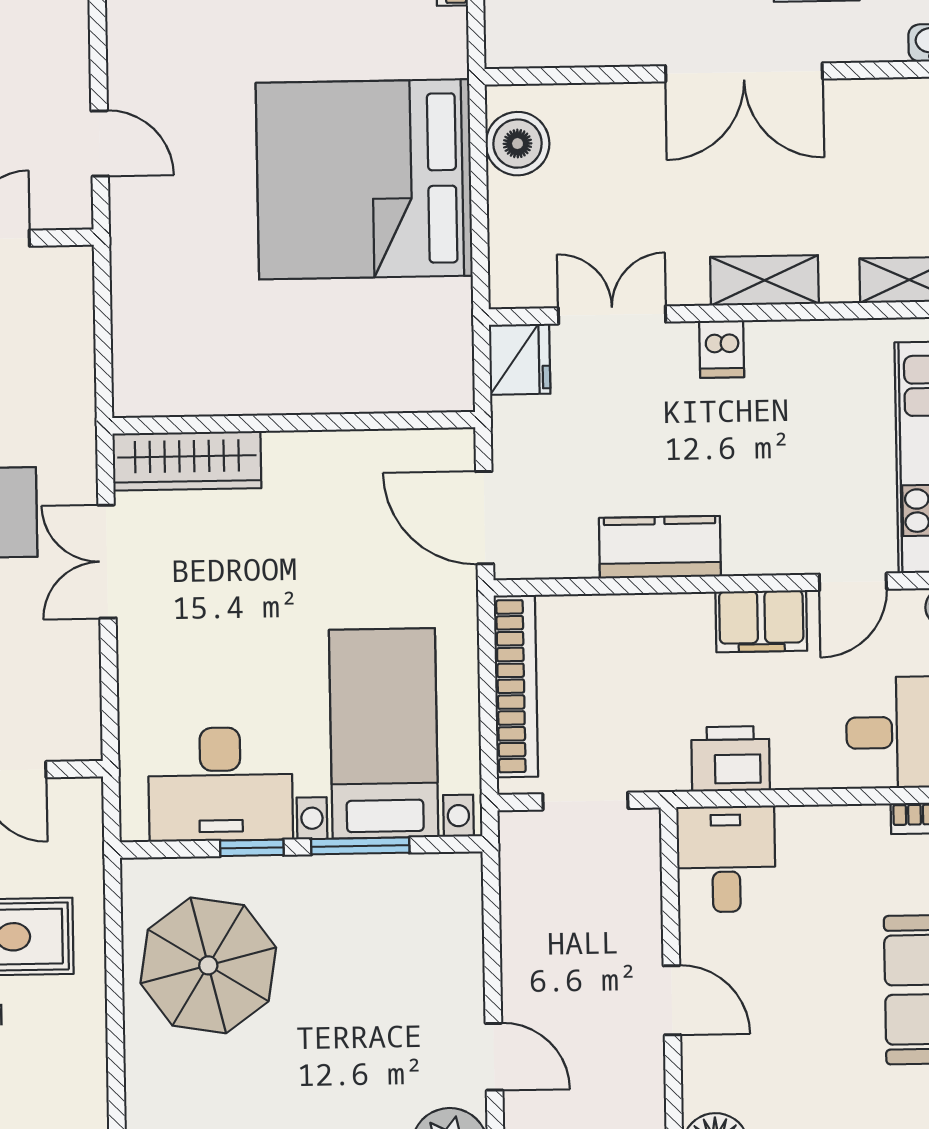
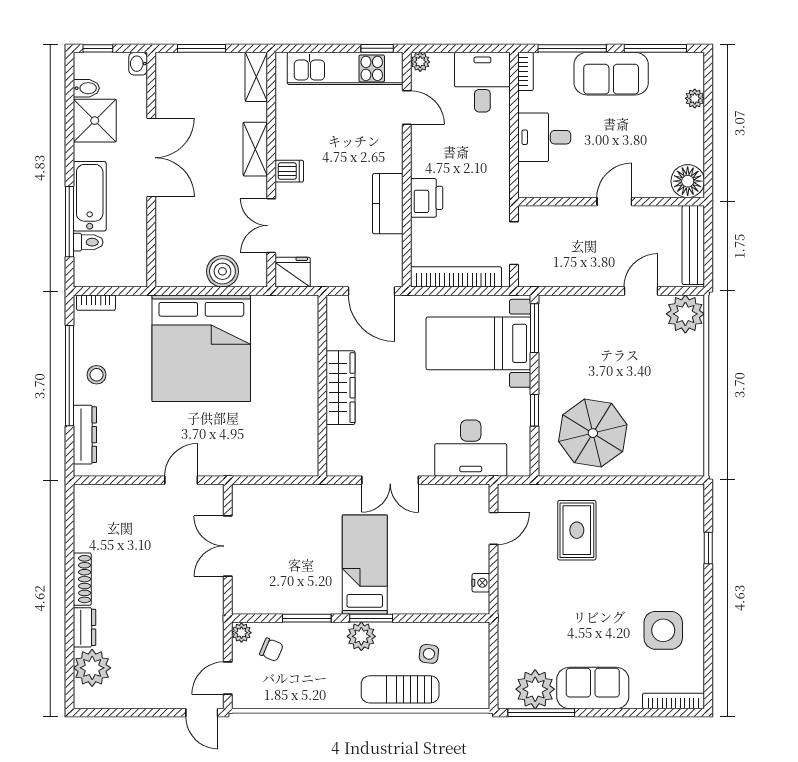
boiler: (518, 144) -> (222, 271), moved
wardrobe: (187, 461) -> (340, 388), moved
door: (485, 518) -> (371, 291), hinge flipped
filing cabinet: (761, 621) -> (426, 154), removed
printer: (731, 759) -> (427, 198), moved, turned 180
desk: (220, 784) -> (471, 448), moved, turned 90
window: (360, 846) -> (534, 328), moved
desk: (726, 859) -> (544, 137), moved

